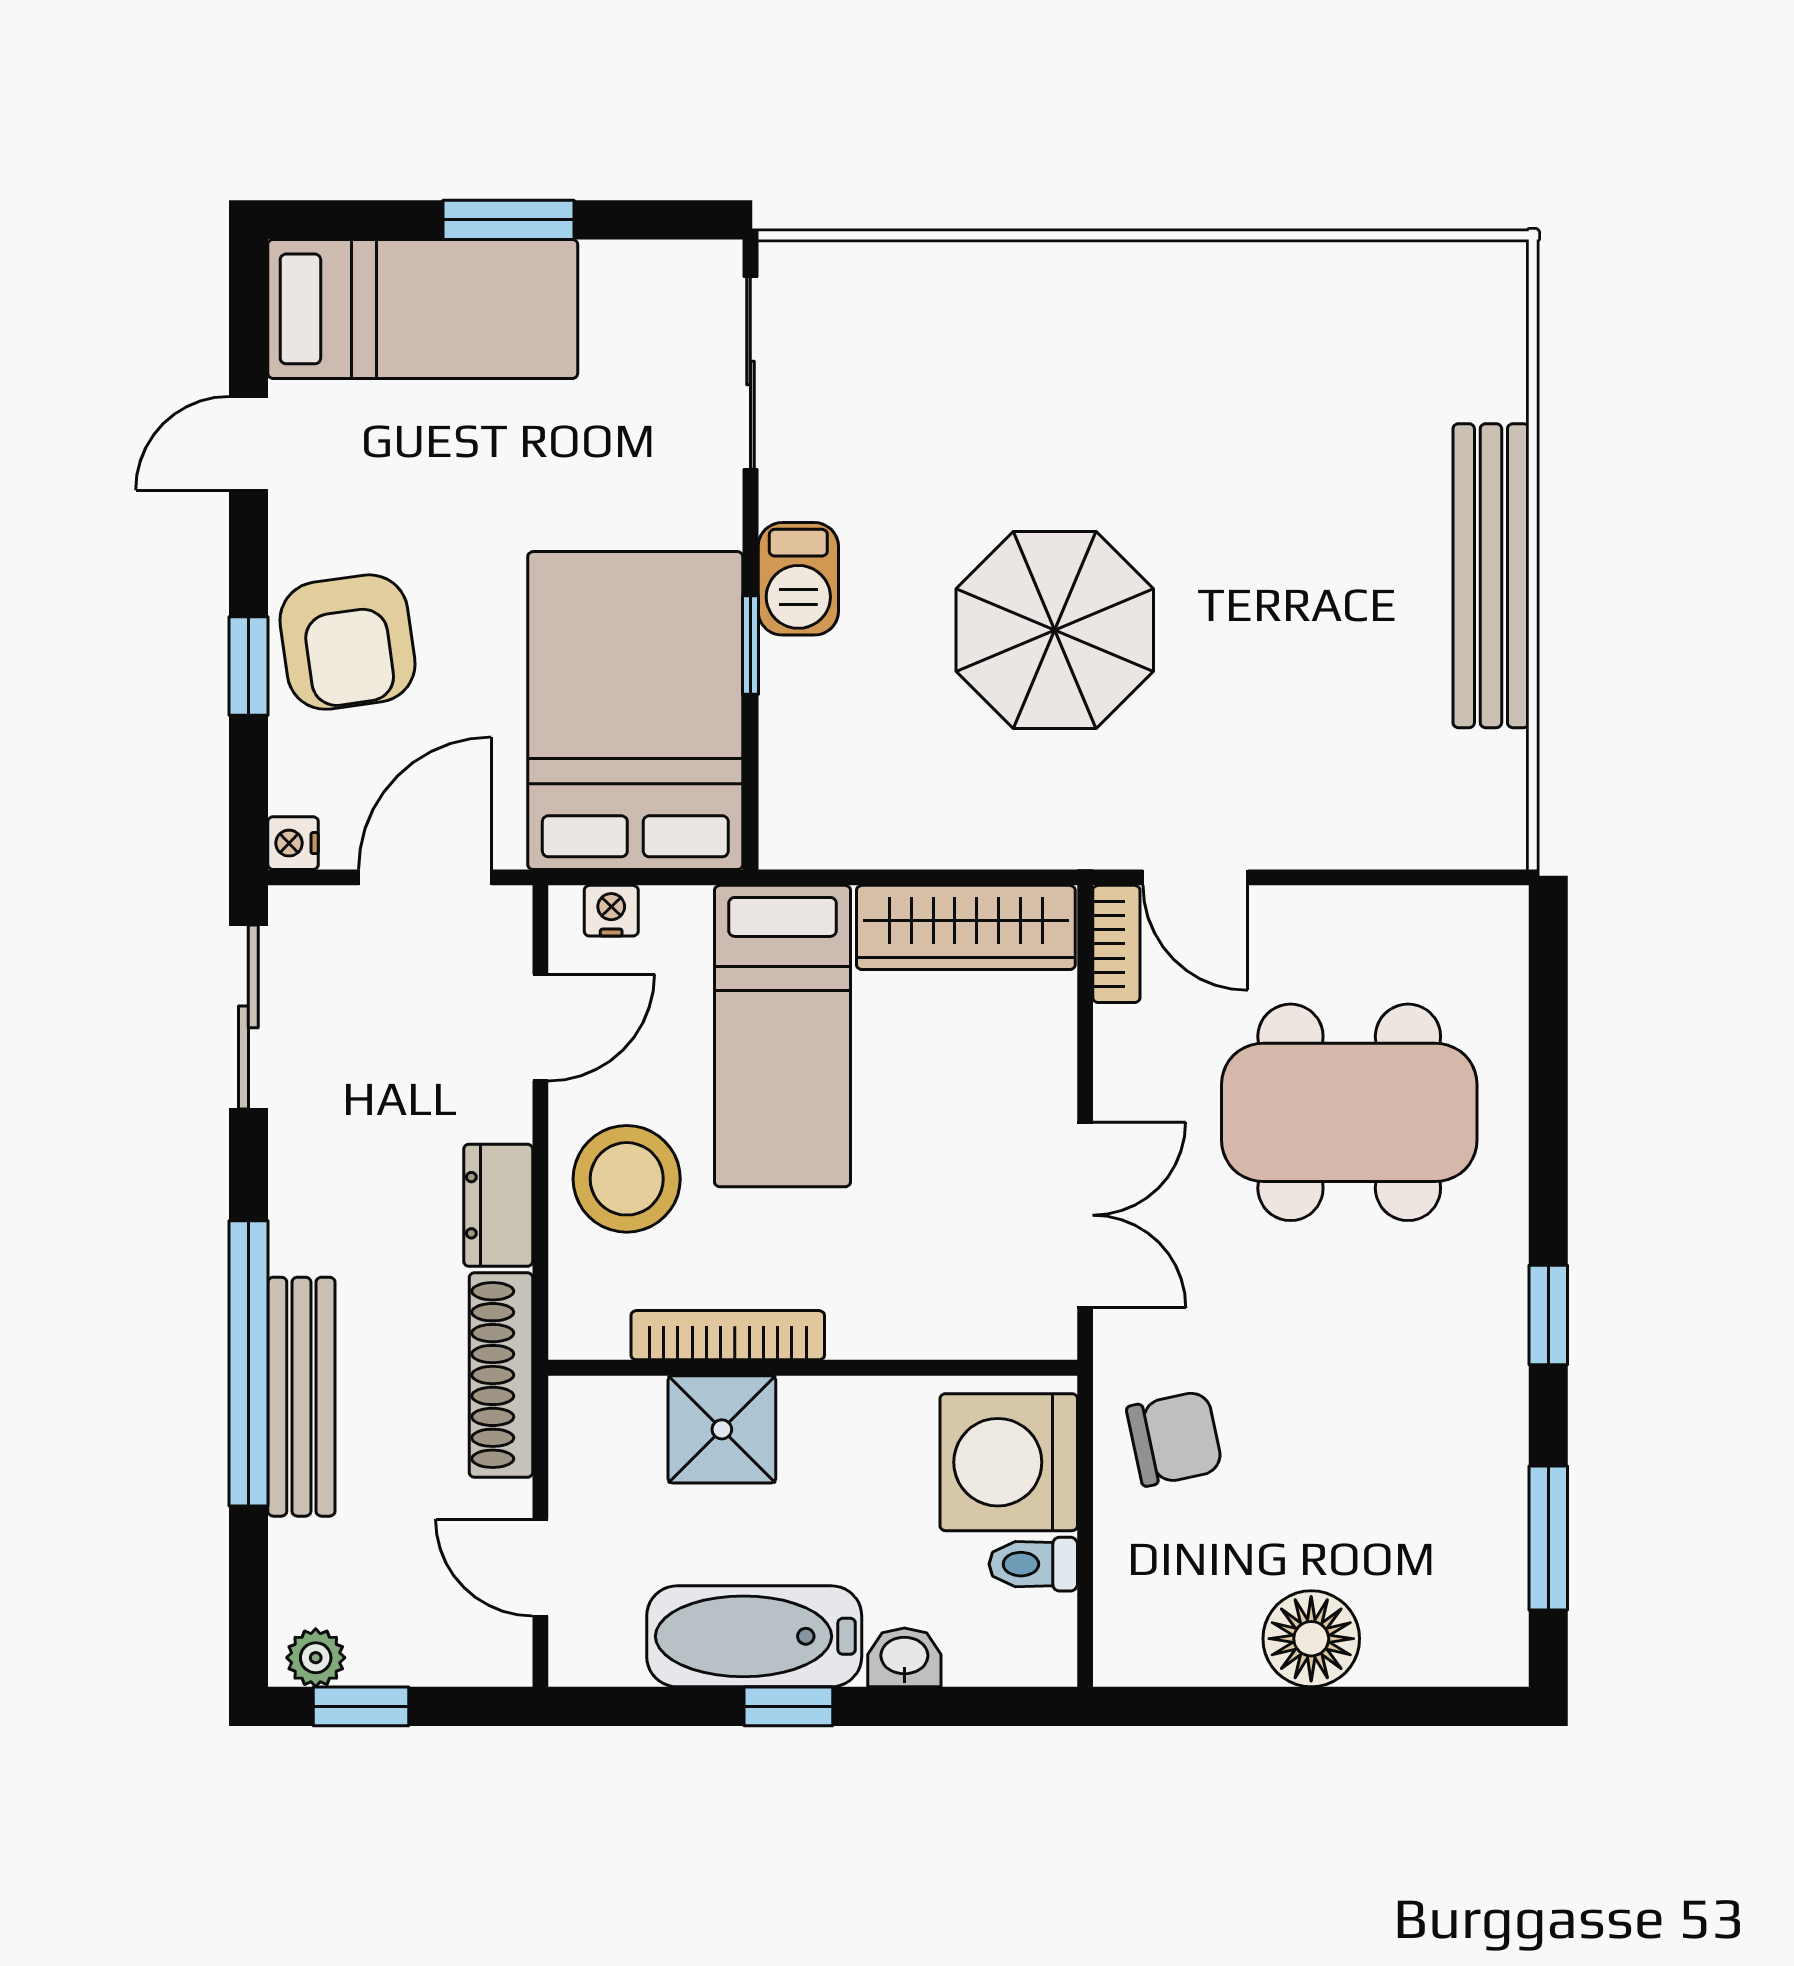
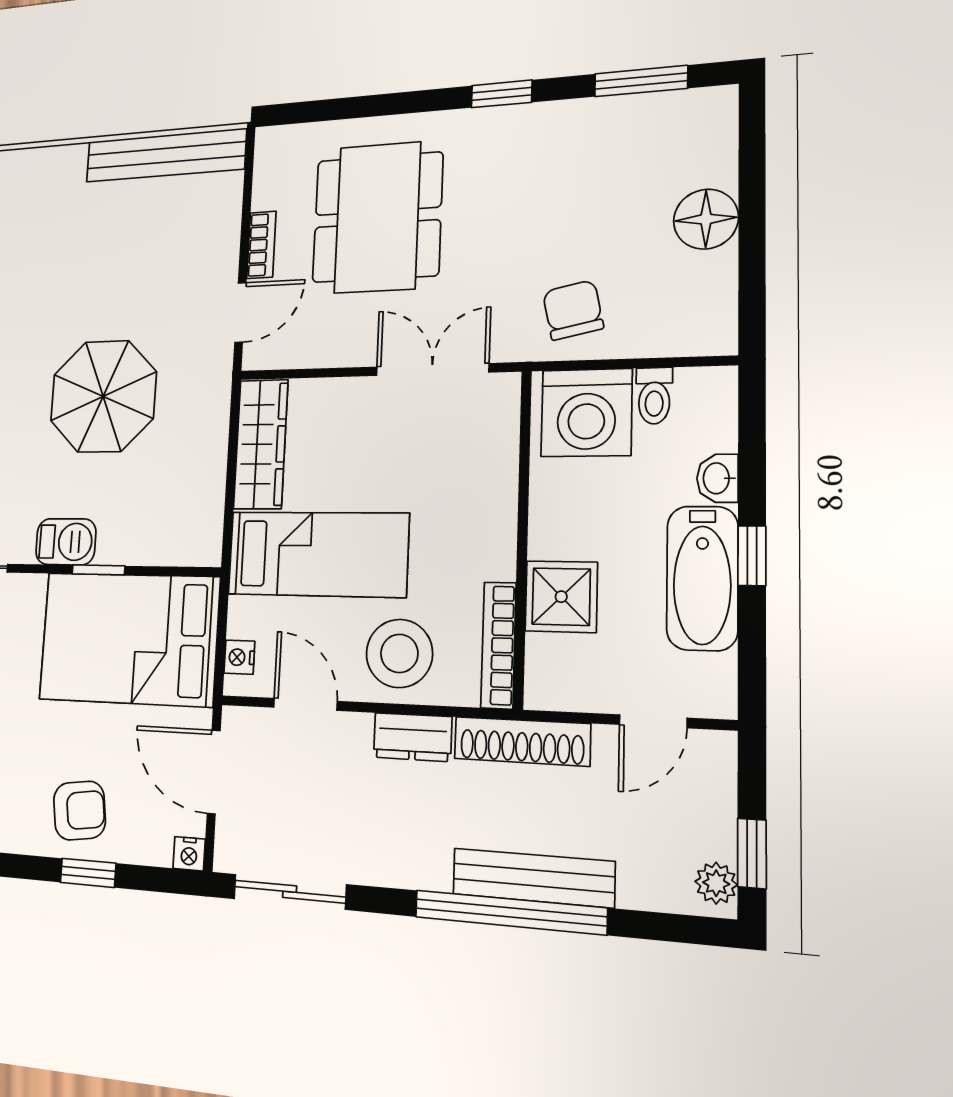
bench: (1491, 576) -> (165, 155), moved
armchair: (347, 642) -> (79, 810), width x0.72, depth x0.72
bookcase: (1116, 944) -> (261, 245), moved, turned 90
bookcase: (728, 1335) -> (498, 645), moved

